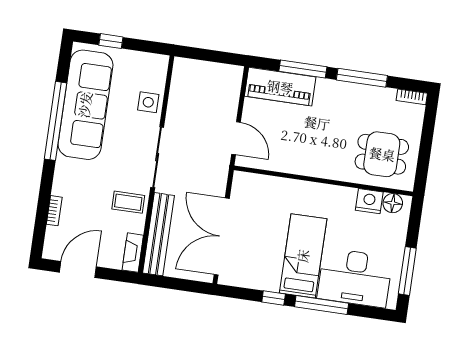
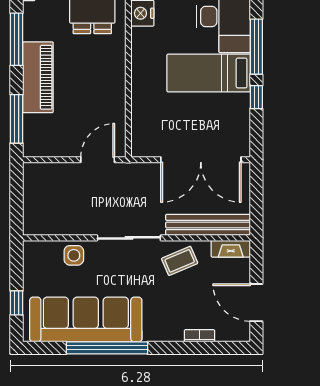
window: (303, 69) -> (16, 119), moved
piano: (280, 87) -> (38, 77), moved
coffee table: (128, 202) -> (180, 261), turned 67

